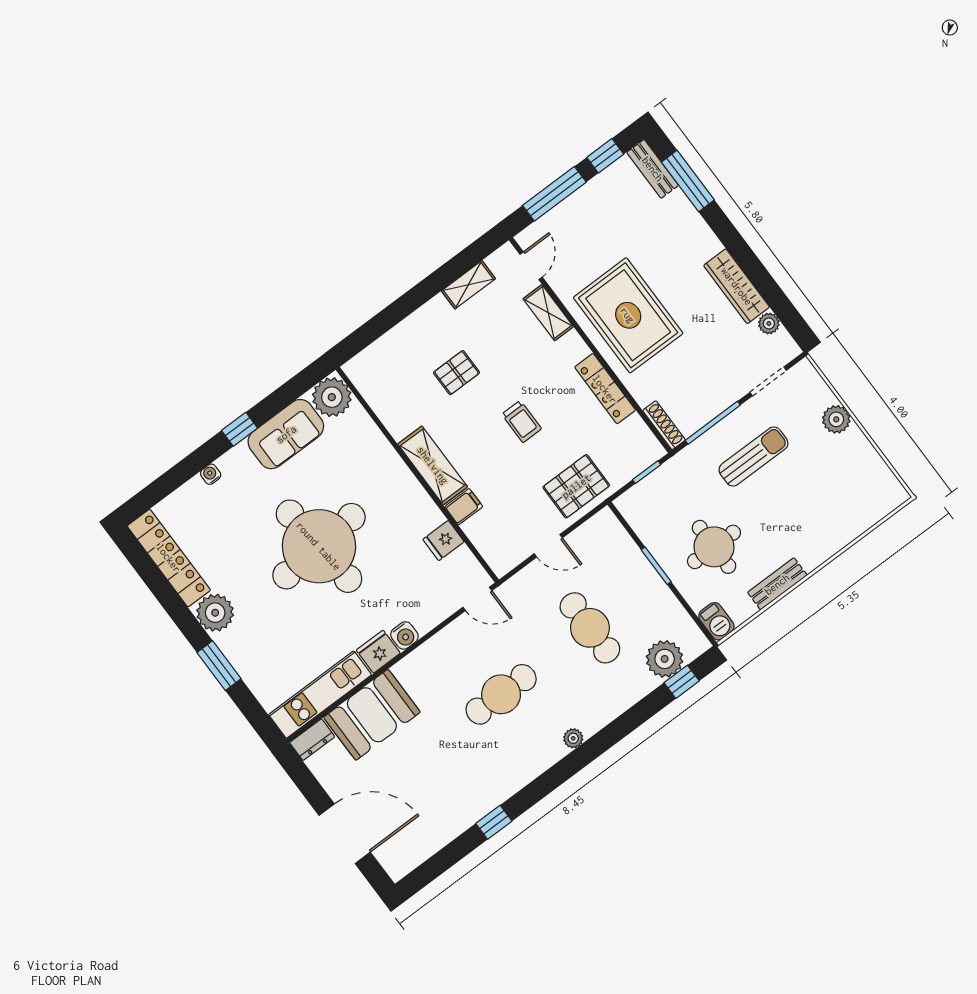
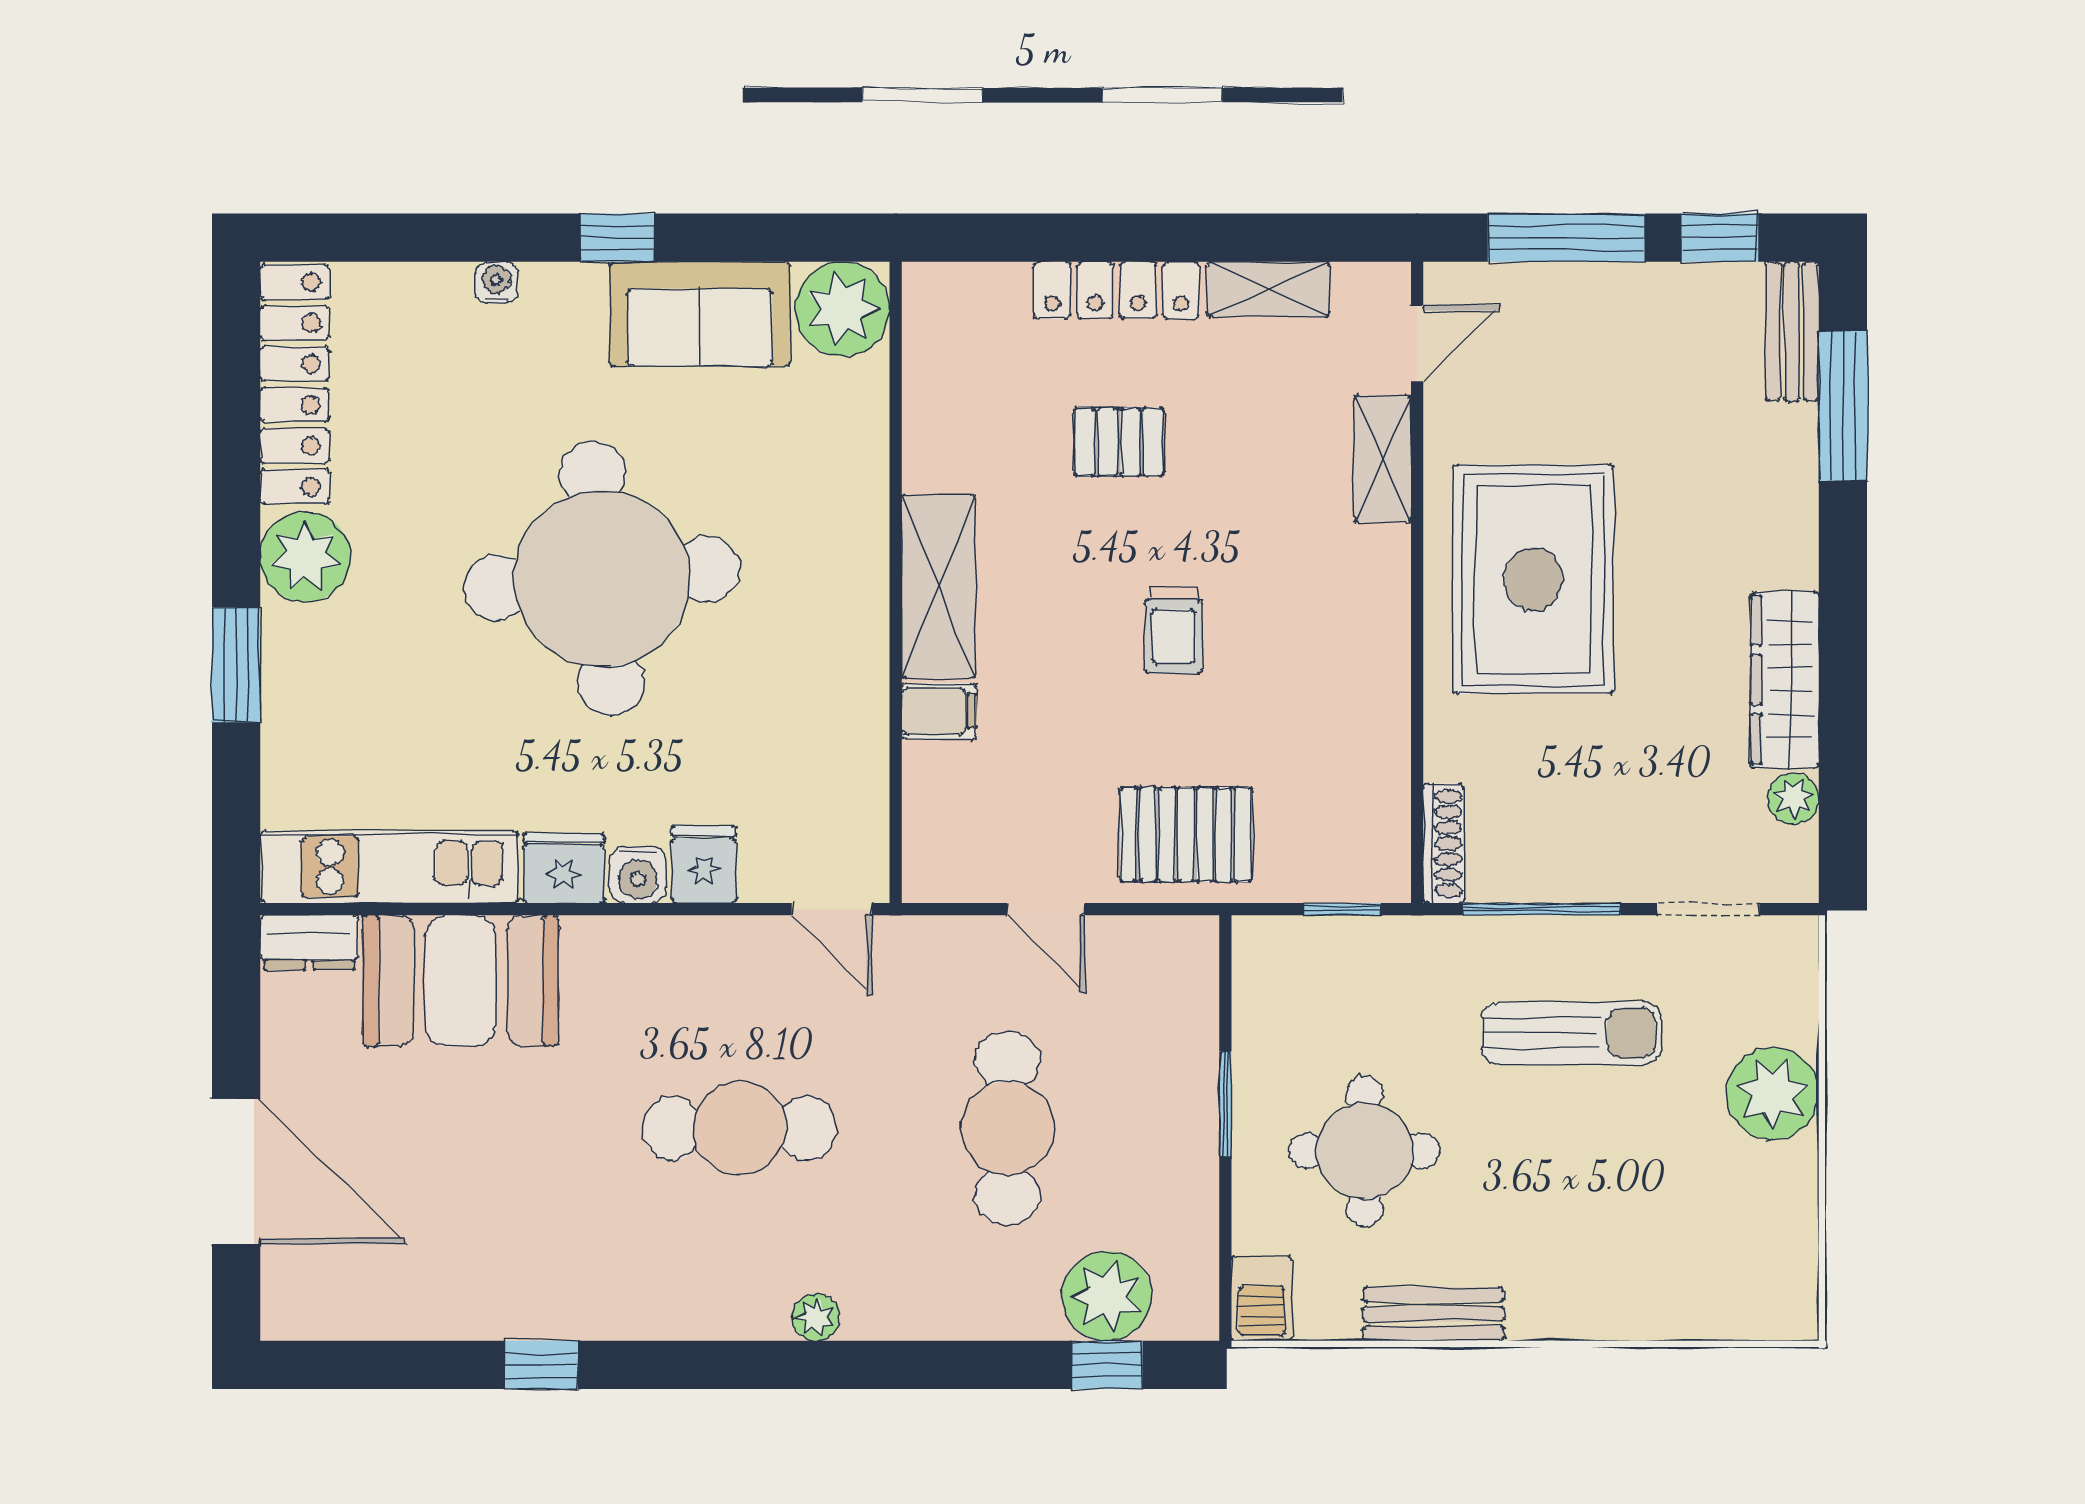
locker: (605, 389) -> (1116, 290), moved, turned -90
plant: (836, 419) -> (1773, 1093), width x1.36, depth x1.36
fridge: (443, 541) -> (704, 864), moved, turned 90

